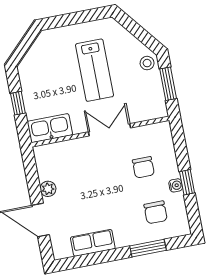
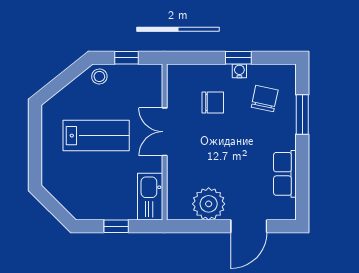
window: (168, 84) -> (126, 58), width x0.67
plant: (48, 189) -> (209, 204), width x1.88, depth x1.88
chair: (156, 212) -> (265, 99), turned -78

